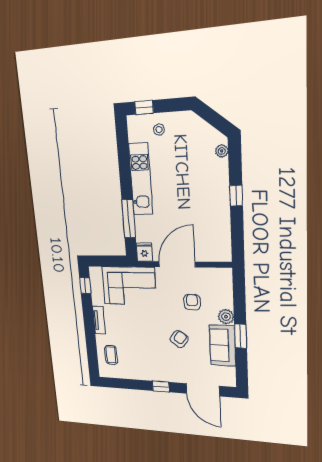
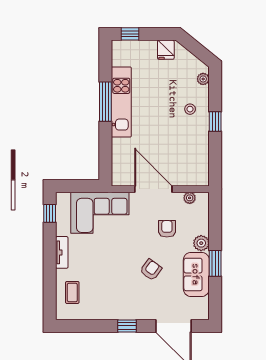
stool: (159, 130) -> (190, 109), moved
window: (129, 219) -> (105, 102), moved
fridge: (144, 252) -> (166, 50), moved, turned 180
door: (177, 264) -> (153, 189), hinge flipped
plant: (213, 273) -> (190, 198), added

